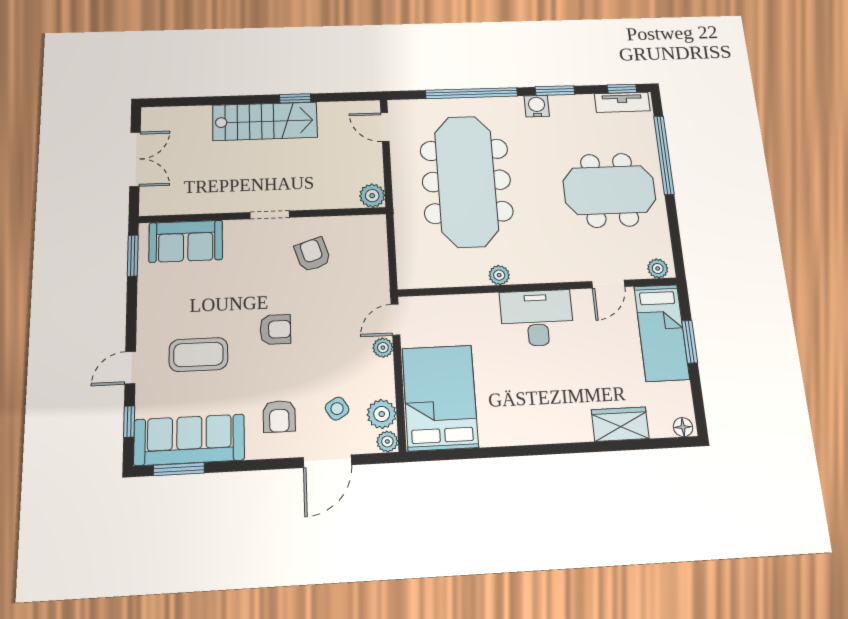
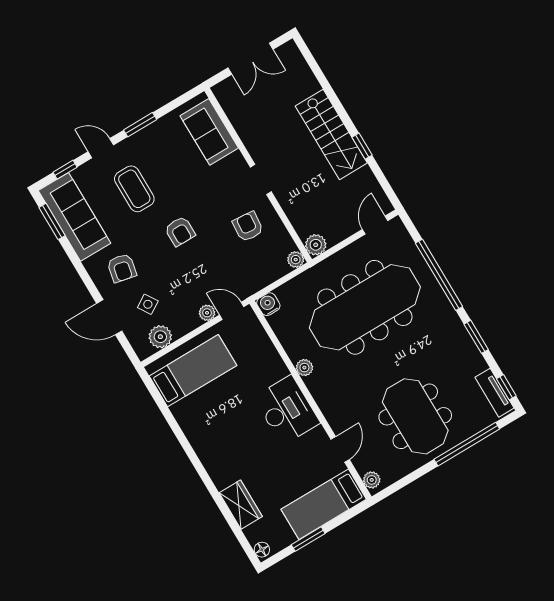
water cooler: (537, 106) -> (268, 304), moved, turned -90
armchair: (313, 255) -> (248, 227), turned -67
window: (133, 256) -> (140, 125), moved
door: (608, 284) -> (340, 449), swing flipped
window: (690, 342) -> (308, 539), moved
bed: (440, 398) -> (193, 371), width x0.67
armchair: (279, 416) -> (122, 268), turned -78
plant: (387, 441) -> (296, 260), moved

